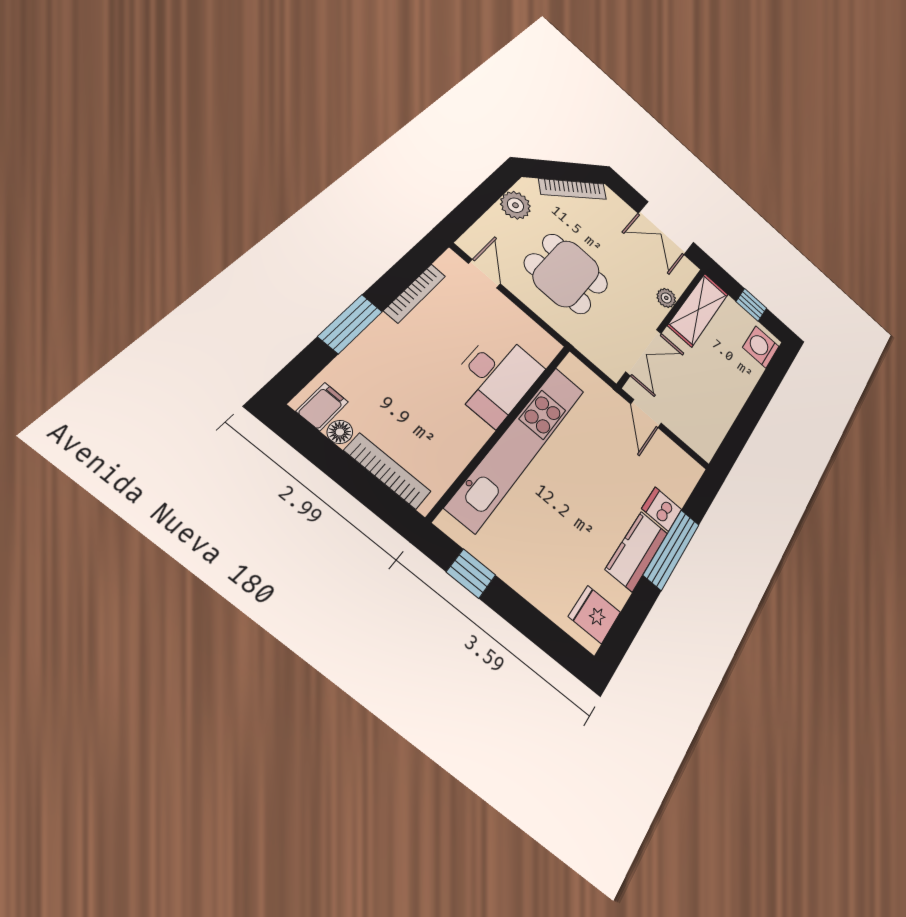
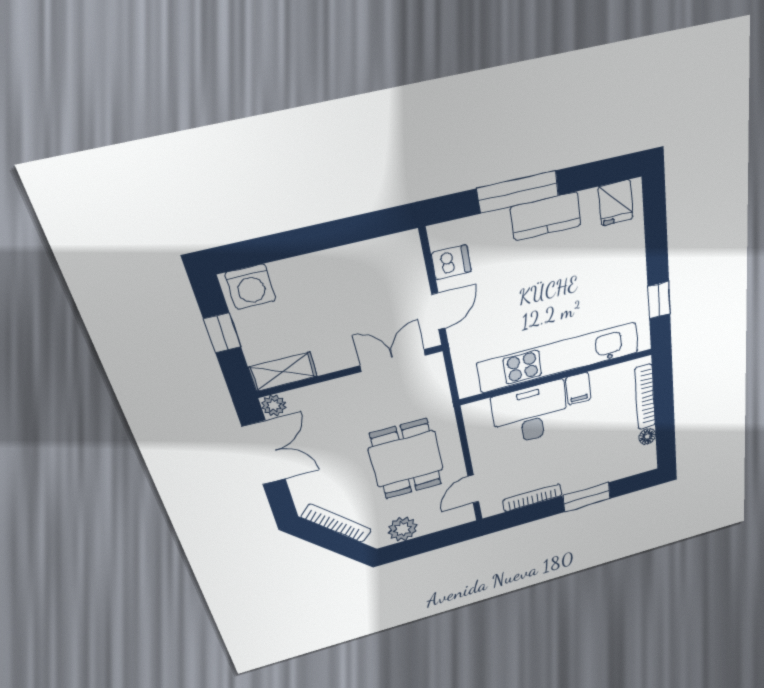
plant: (666, 298) -> (274, 405), moved
shelving: (698, 310) -> (283, 372), width x0.67, depth x0.75
filing cabinet: (322, 407) -> (578, 389), moved, turned -90
dishwasher: (662, 509) -> (451, 262), moved, turned -90

